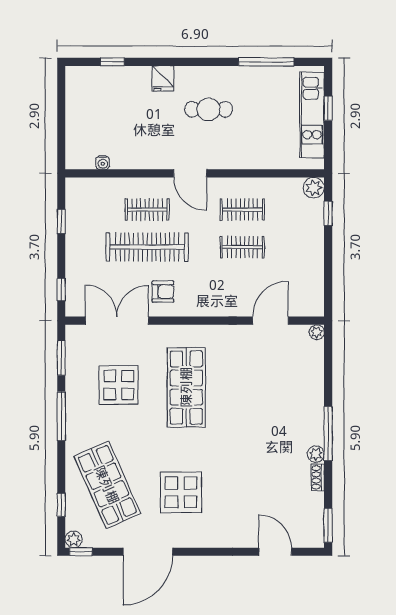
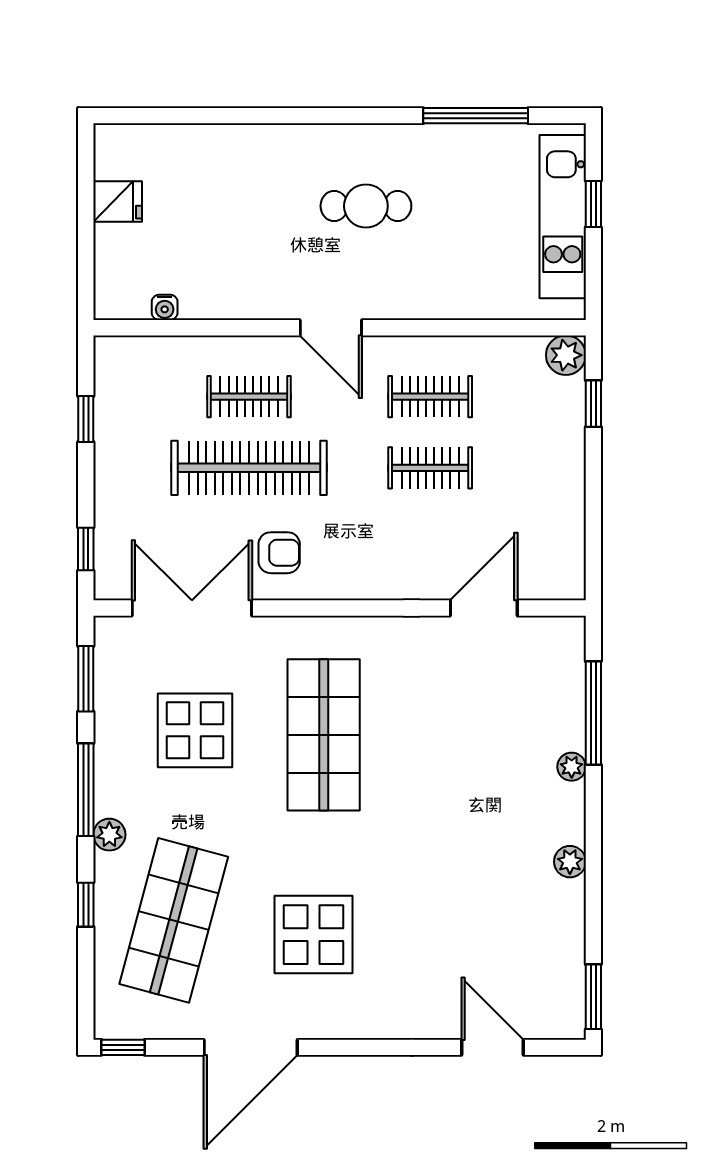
window: (112, 62) -> (183, 116), removed
fridge: (163, 79) -> (118, 201), moved, turned -90
plant: (317, 332) -> (572, 767), moved
window: (328, 434) -> (593, 713), moved
shoe rack: (318, 477) -> (573, 906), removed
shop shelf: (107, 485) -> (174, 920), turned 39
window: (61, 505) -> (86, 905), moved
plant: (74, 539) -> (109, 835), moved

